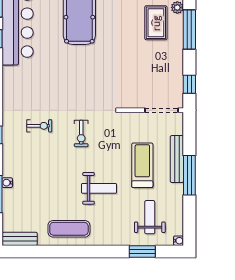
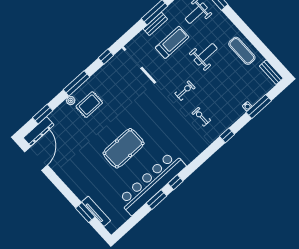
bench: (177, 159) -> (155, 24), width x0.73
treadmill: (142, 165) -> (172, 42), turned 180
weight bench: (99, 188) -> (206, 54), turned 90

